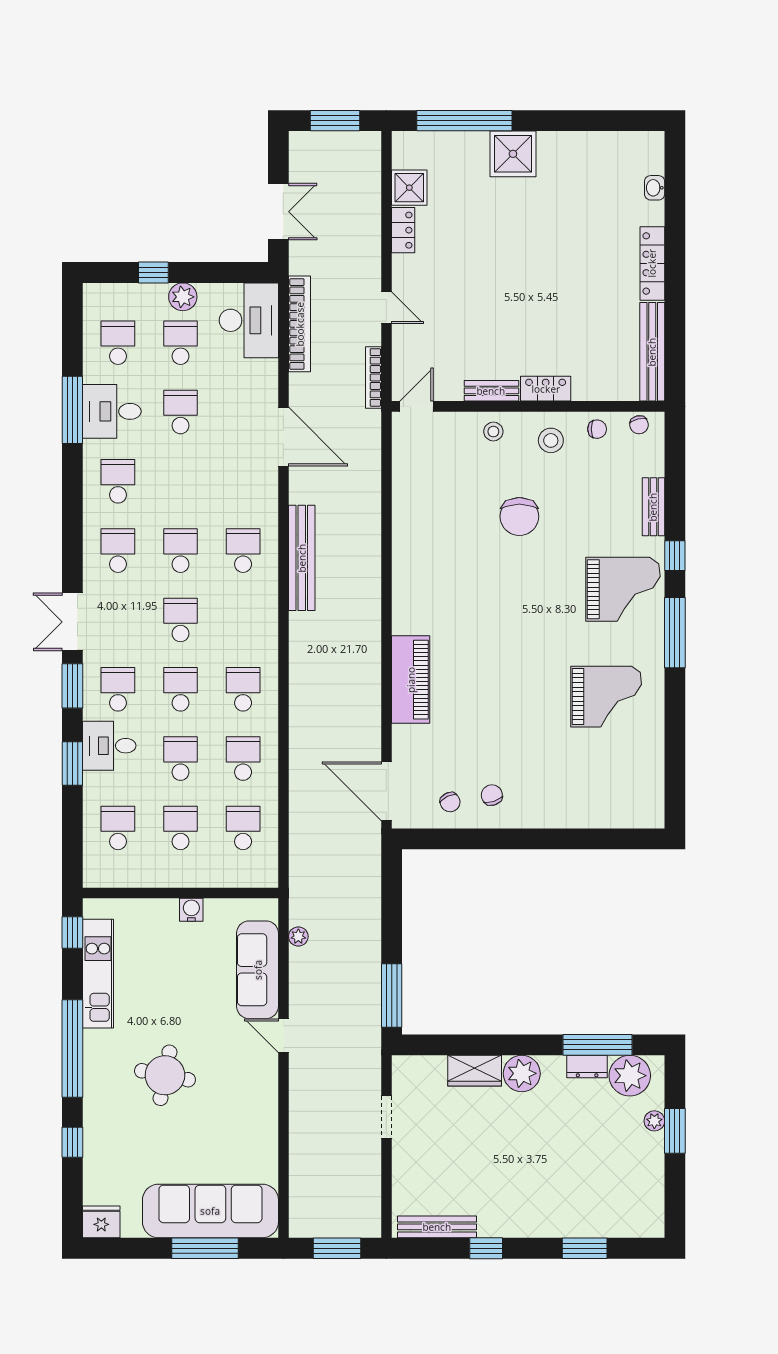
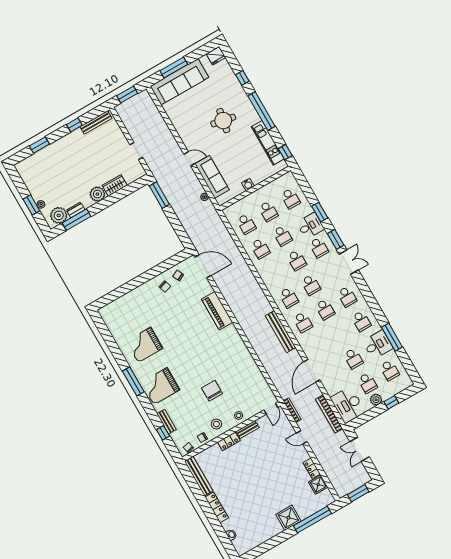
door: (283, 437) -> (312, 371), hinge flipped
window: (675, 556) -> (163, 433), moved
school desk: (243, 689) -> (289, 298), moved

